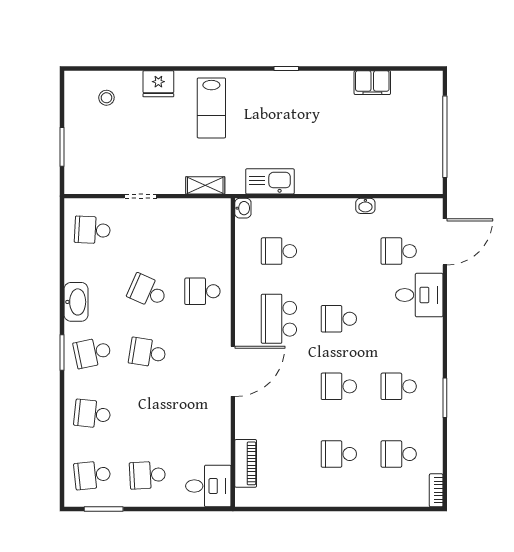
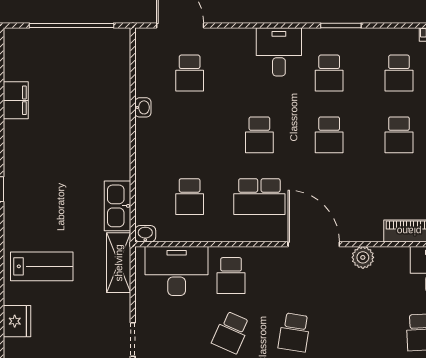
shelving: (205, 185) -> (119, 263), width x1.50, depth x1.33
desk: (207, 239) -> (177, 271), added
desk: (419, 295) -> (279, 52), moved
plant: (220, 419) -> (363, 257), added

